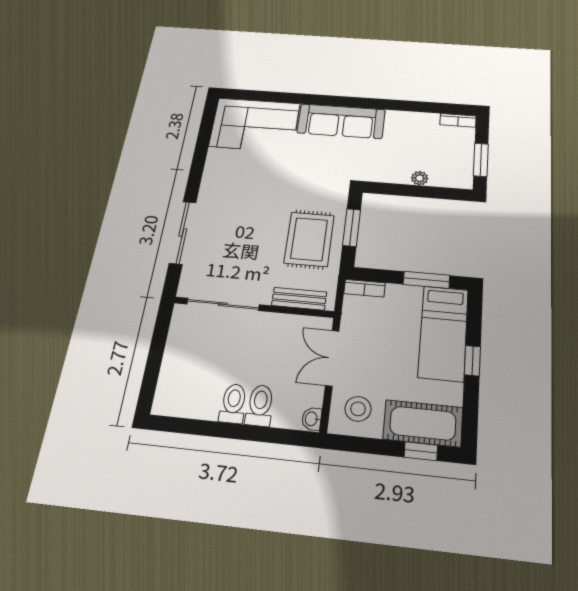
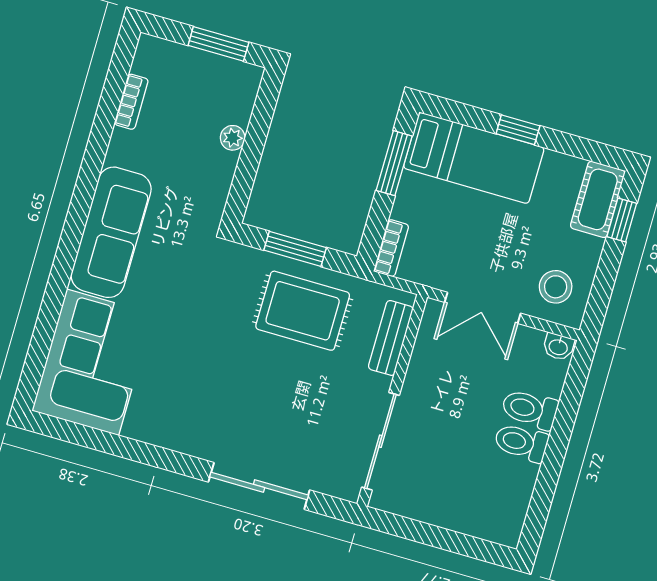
bookcase: (458, 120) -> (131, 102), moved
cot: (423, 423) -> (598, 199), width x0.73, depth x0.75

